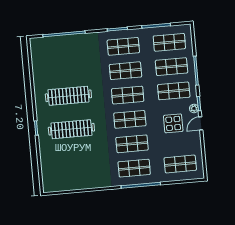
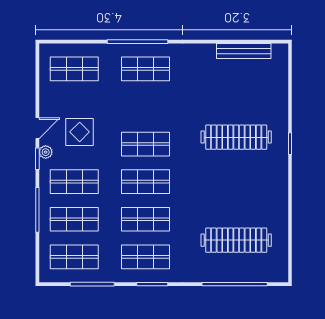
clothes rail: (68, 96) -> (236, 240), moved
shop shelf: (132, 144) -> (145, 106), removed
bench: (72, 185) -> (244, 51), added

